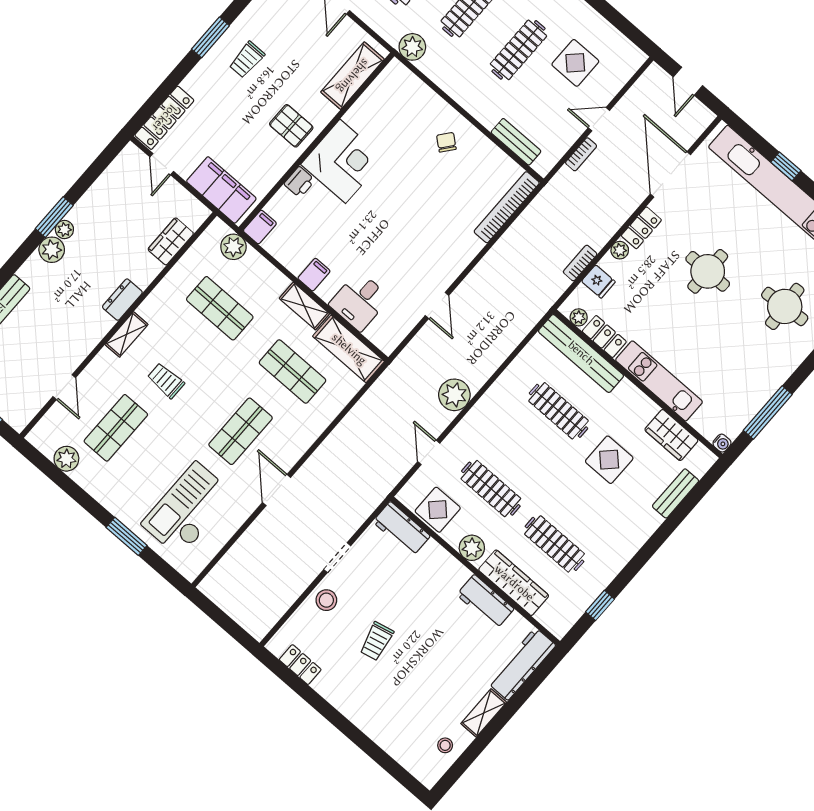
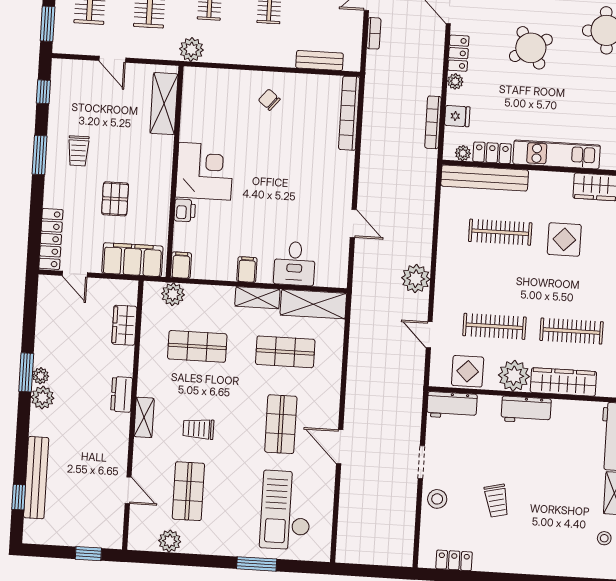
pallet: (291, 126) -> (115, 199), moved, turned 90
bookcase: (580, 263) -> (433, 122), width x1.56
round table: (708, 271) -> (531, 48), turned -31
plant: (472, 548) -> (514, 376), width x1.36, depth x1.36
workbench: (485, 602) -> (526, 410), moved

